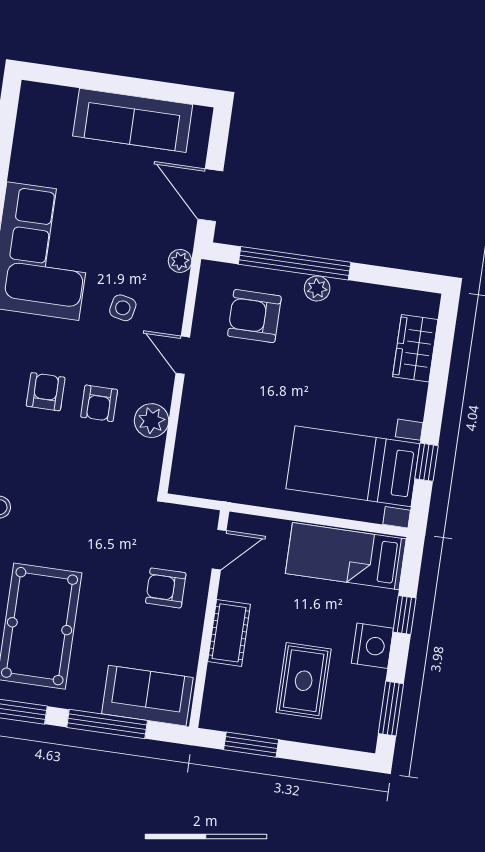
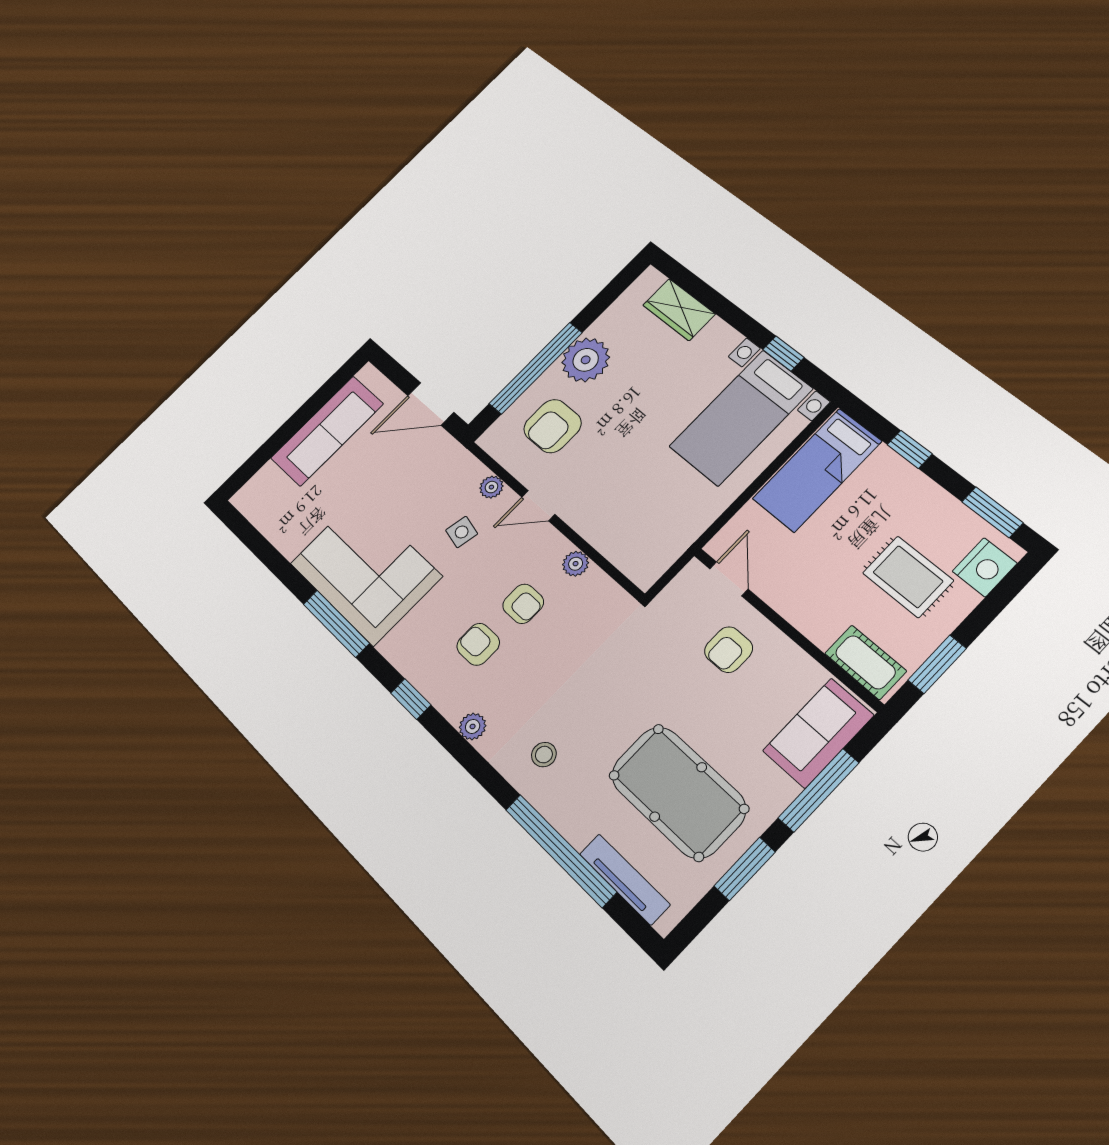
plant: (180, 261) -> (491, 487), moved
plant: (317, 289) -> (586, 360), width x1.87, depth x1.87
plant: (152, 421) -> (576, 564), width x0.73, depth x0.73
cot: (229, 633) -> (865, 662), moved
nightstand: (372, 646) -> (985, 567), moved, turned 90

